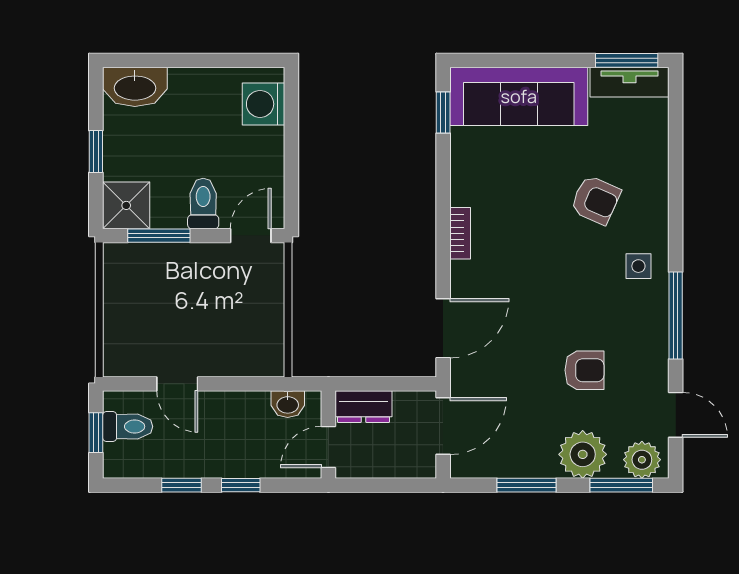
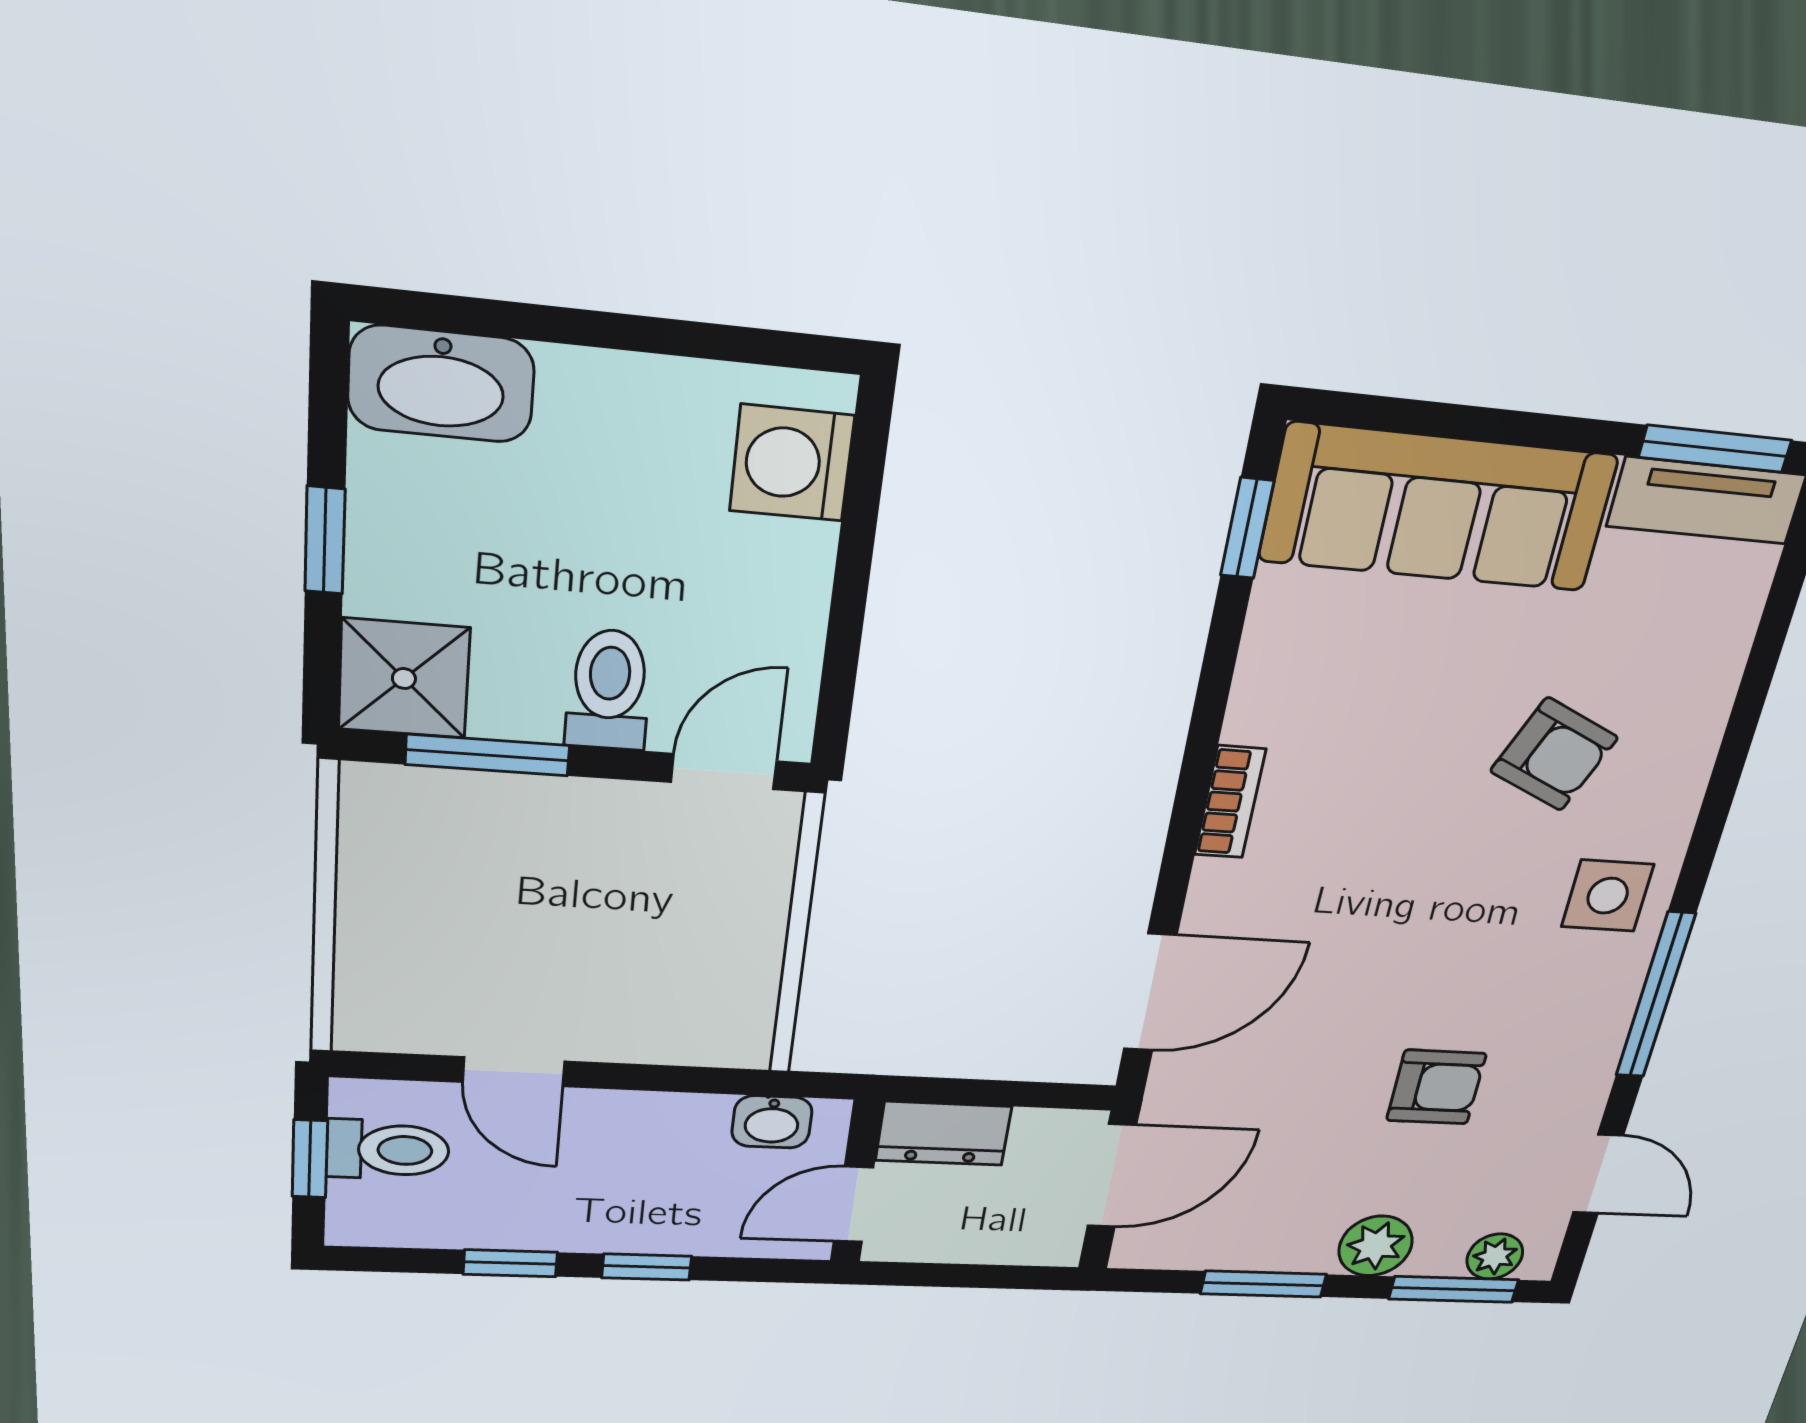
side table: (638, 266) -> (1608, 896), width x1.37, depth x1.37
plant: (583, 454) -> (1376, 1246), width x0.73, depth x0.73
plant: (642, 460) -> (1495, 1256), width x0.73, depth x0.73

